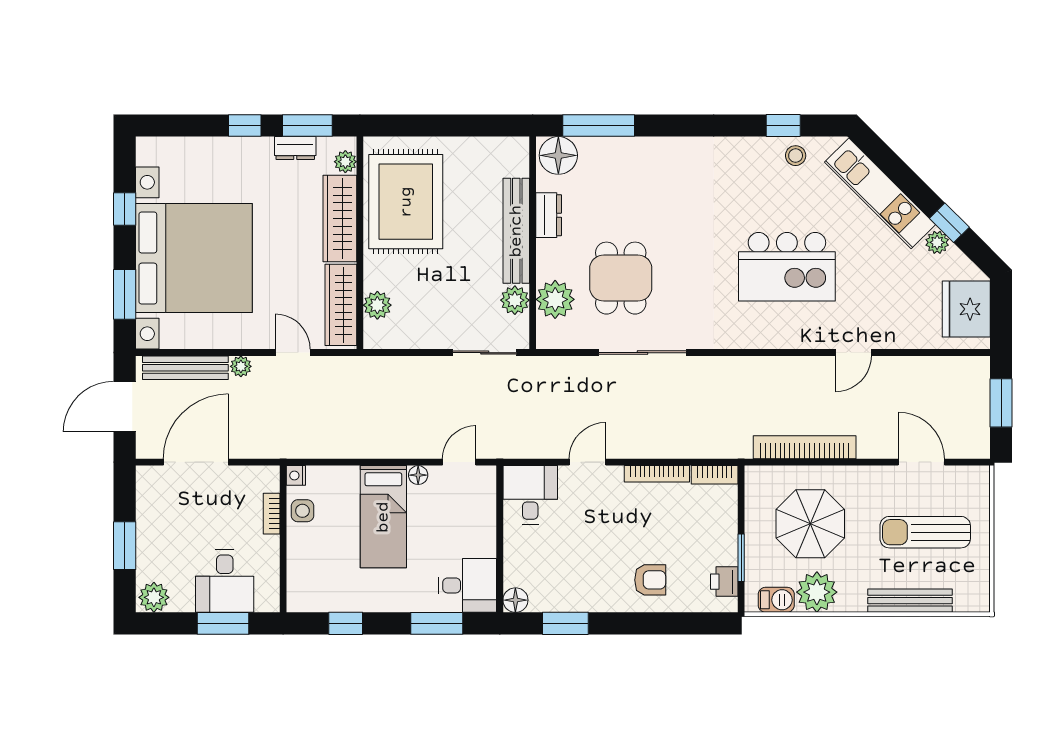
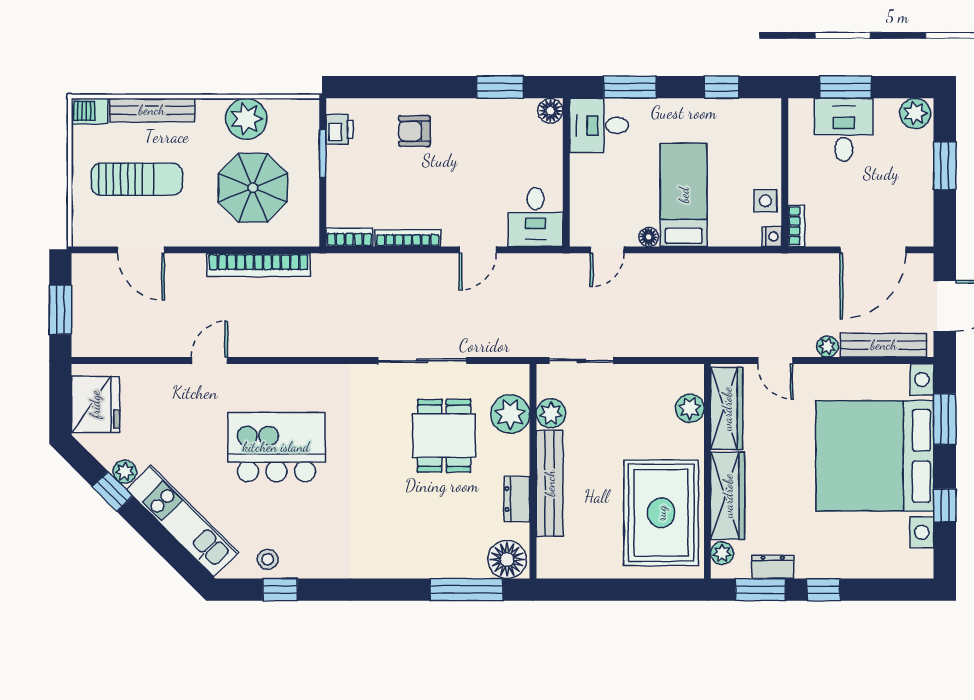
bookcase: (272, 514) -> (796, 226), moved
barbecue: (776, 600) -> (89, 111), moved

